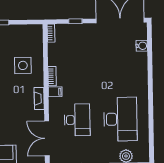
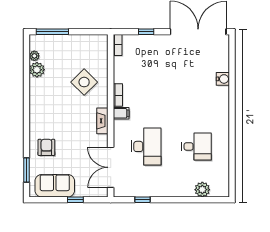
water cooler: (142, 46) -> (223, 79), moved
side table: (23, 65) -> (84, 82), turned 45
desk: (120, 119) -> (196, 146), width x0.53, depth x0.77

